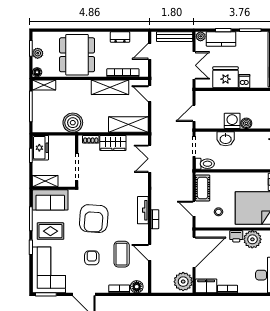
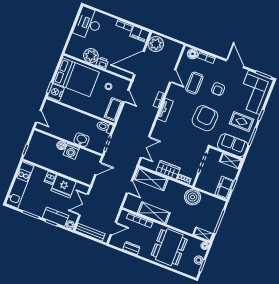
door: (150, 94) -> (129, 187), moved

